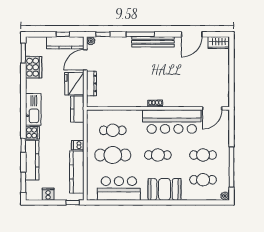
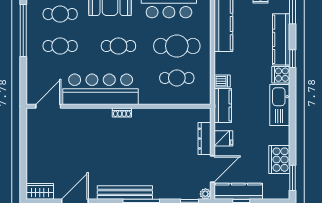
fridge: (74, 84) -> (223, 138), width x0.53, depth x0.75
dishwasher: (78, 145) -> (222, 81), moved

